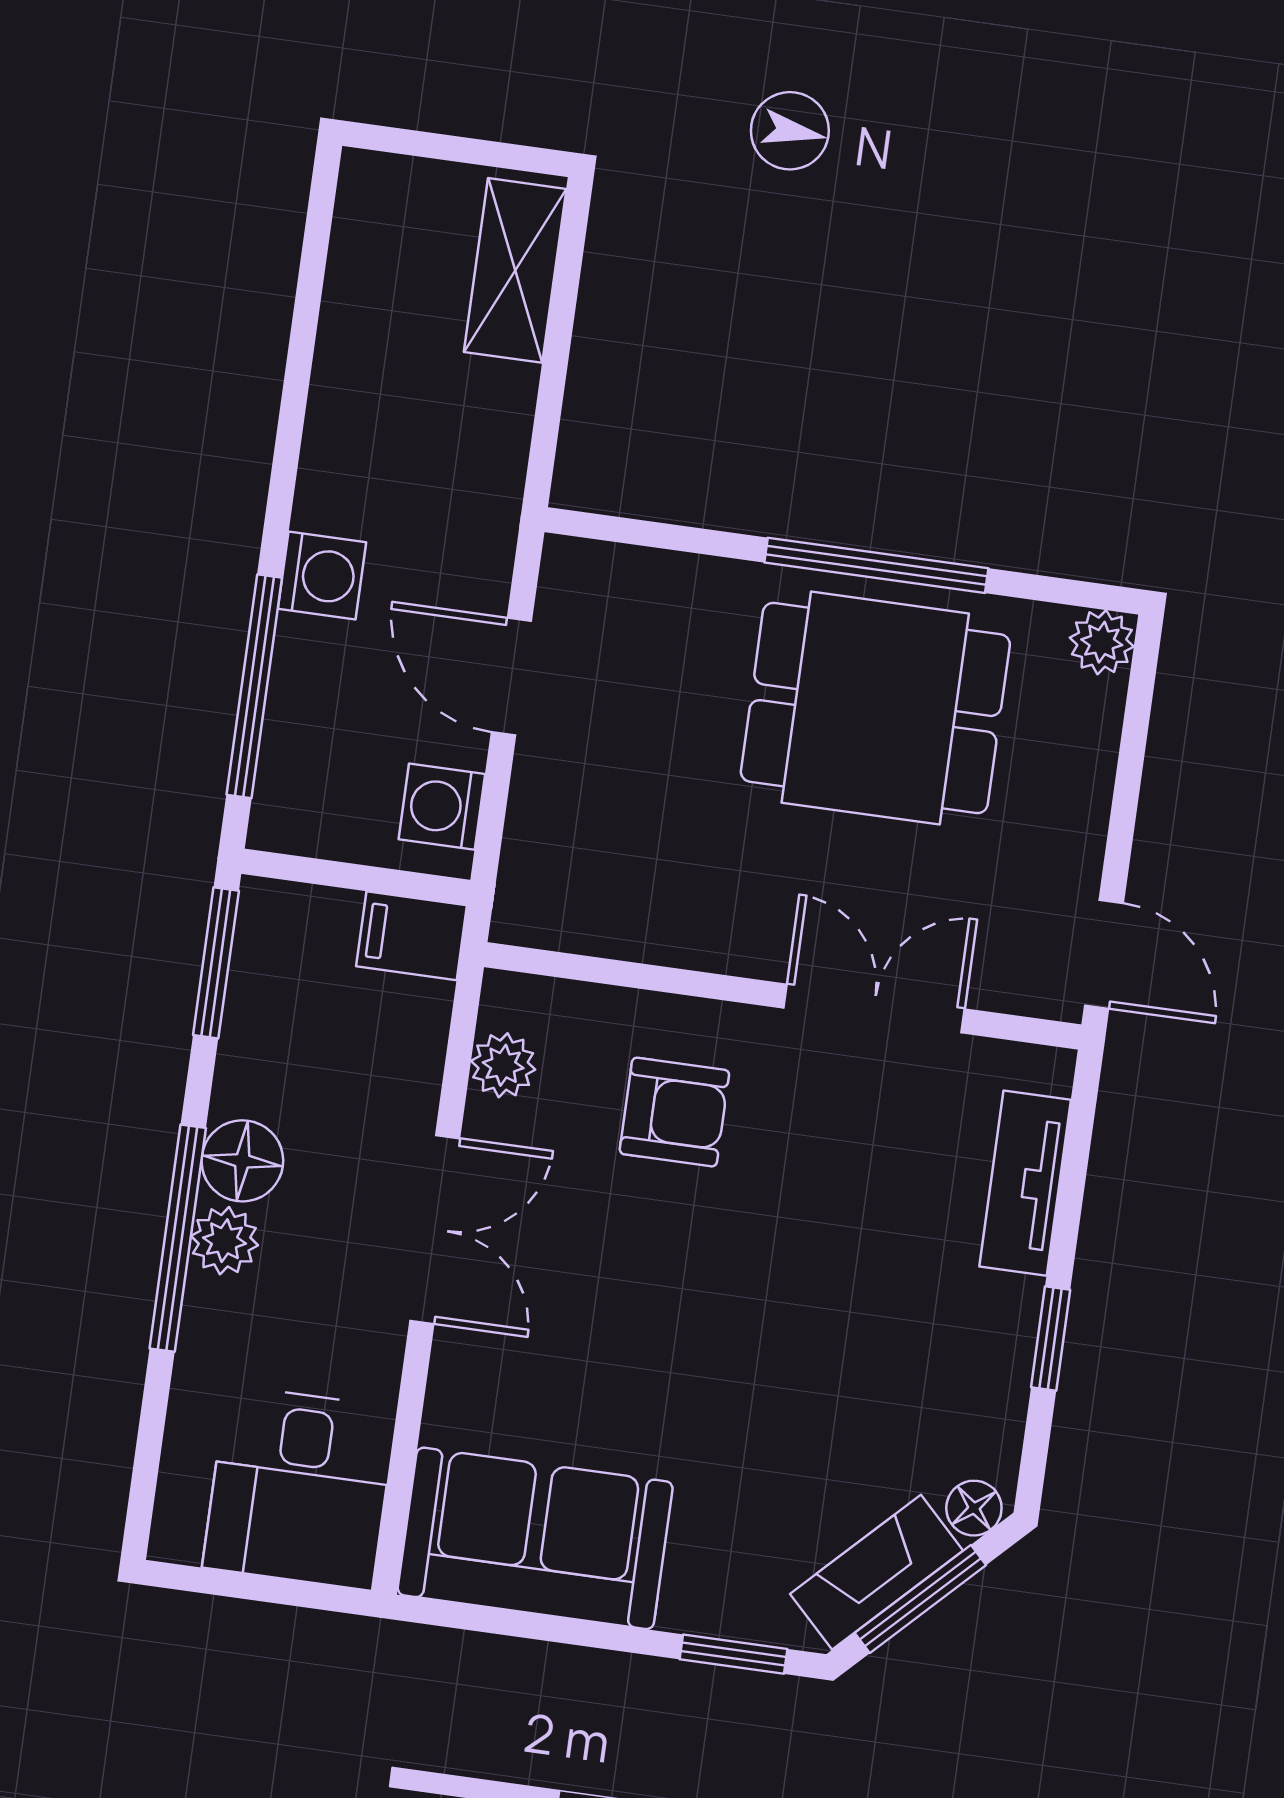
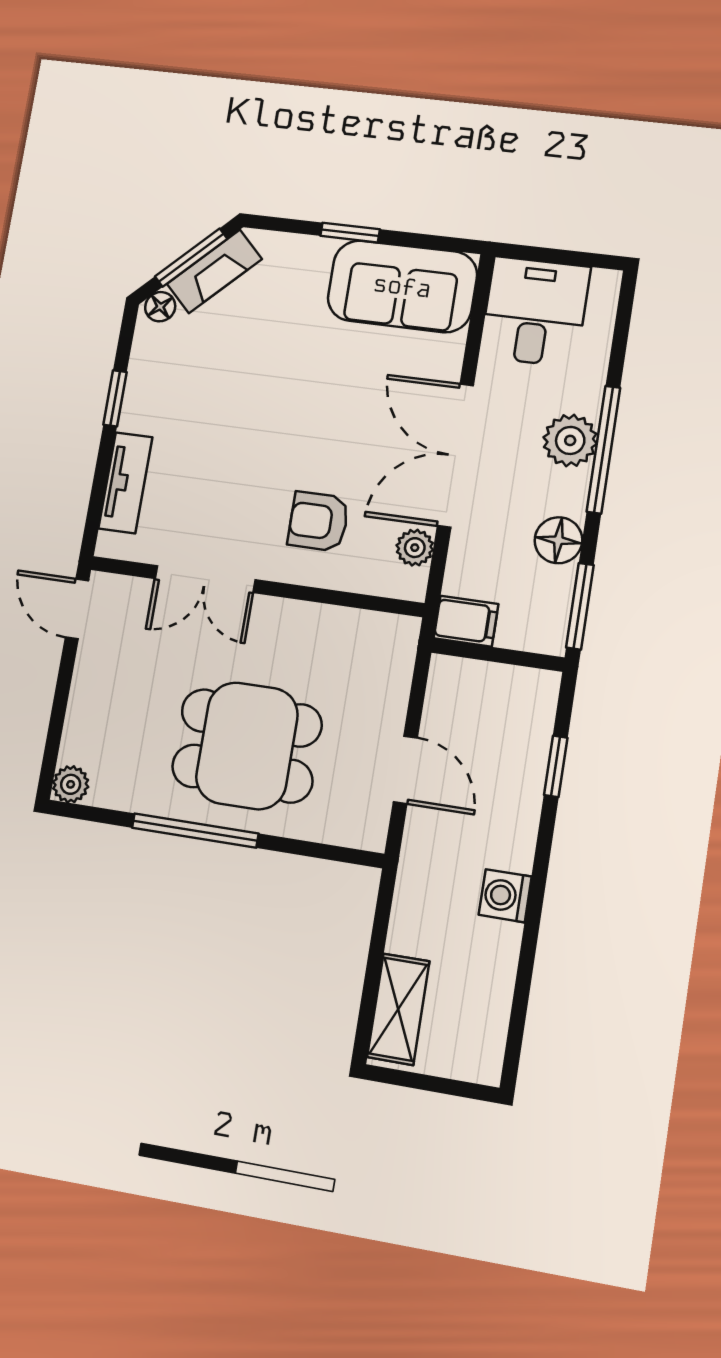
washing machine: (322, 575) -> (505, 896), moved
window: (254, 686) -> (556, 766), width x0.46
dining table: (875, 708) -> (247, 746), moved
washing machine: (442, 807) -> (447, 695), removed
floor lamp: (242, 1161) -> (558, 540), moved
double door: (435, 1229) -> (456, 455), width x1.37
plant: (224, 1241) -> (570, 440), width x1.38, depth x1.38
window: (733, 1654) -> (350, 233), moved

